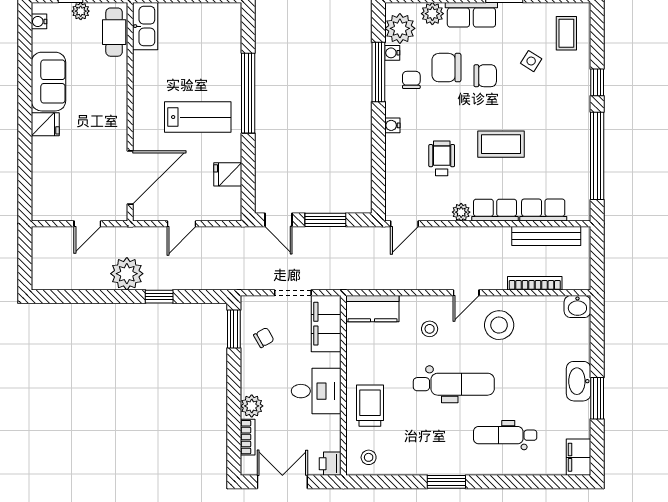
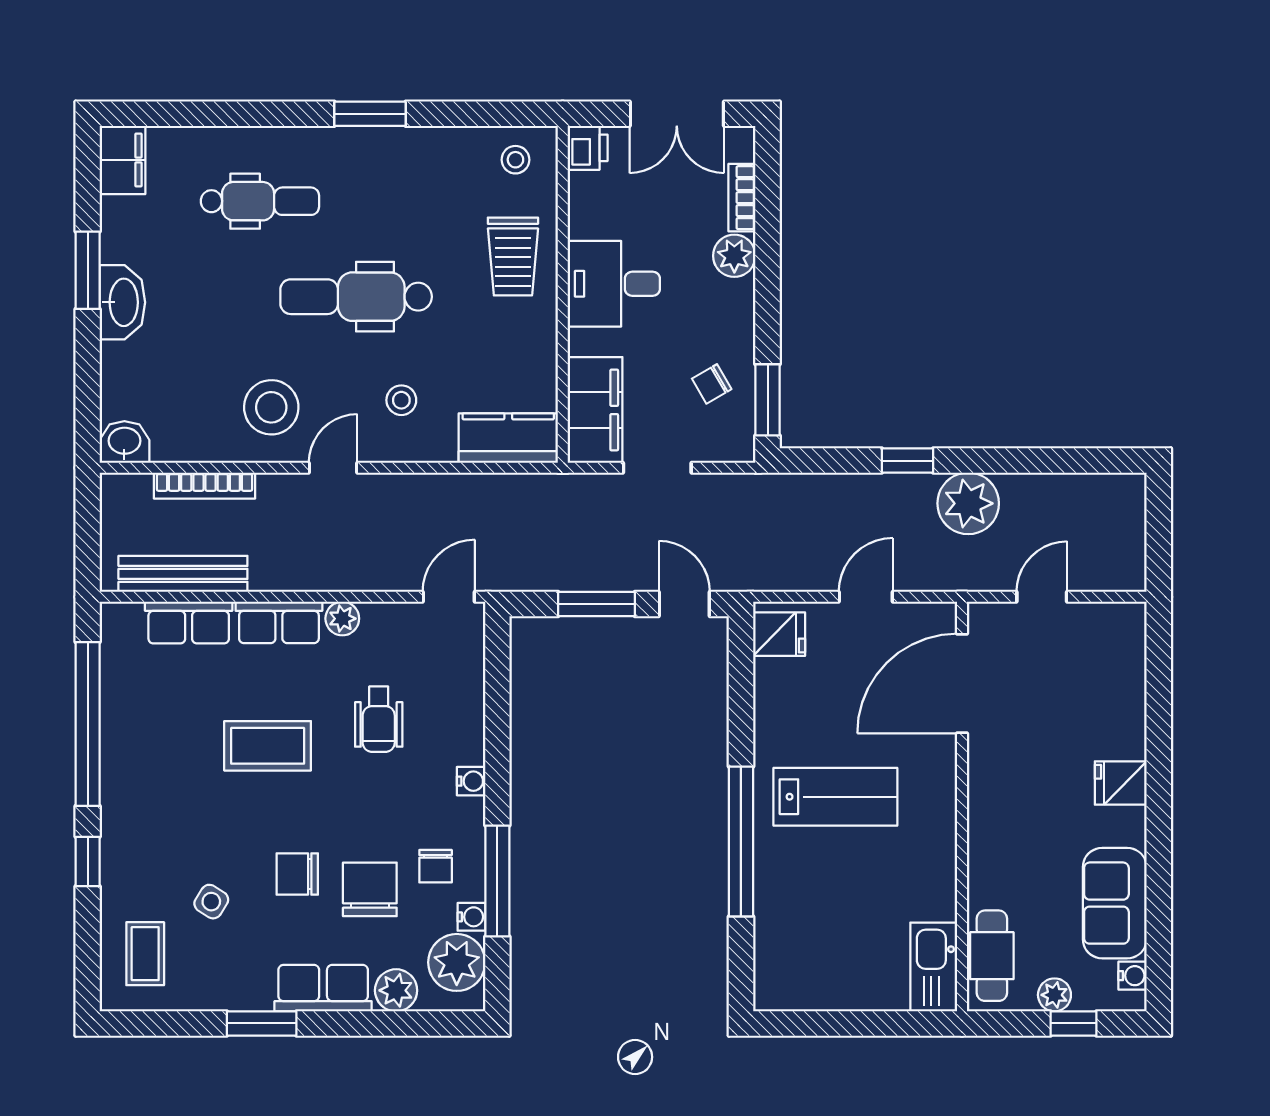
chair: (446, 68) -> (370, 889), turned -90
sofa: (48, 82) -> (1115, 903), moved
lab bench: (198, 117) -> (835, 797), turned 180
fridge: (228, 174) -> (779, 634), moved

